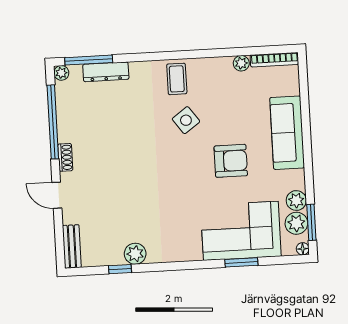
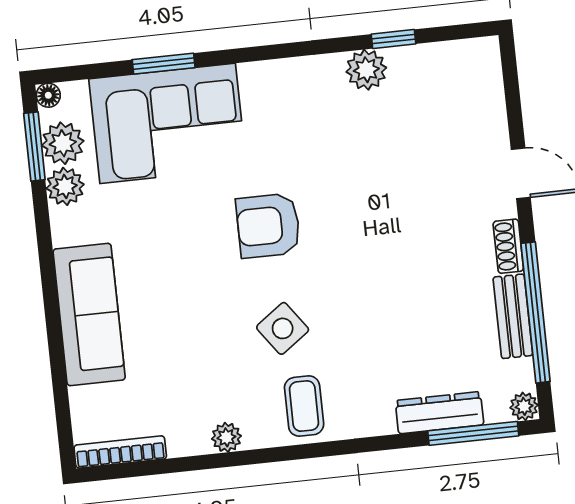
plant: (241, 63) -> (226, 437), moved
armchair: (231, 161) -> (268, 226), moved
bench: (72, 246) -> (513, 316), moved

